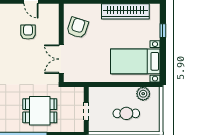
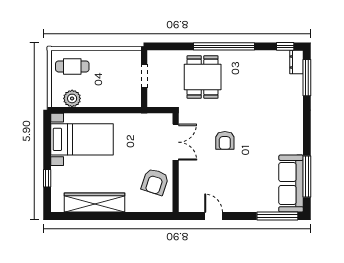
armchair: (28, 32) -> (225, 140), moved
dining table: (40, 111) -> (203, 77), turned 90
cafe table: (126, 113) -> (72, 66), moved

